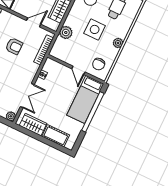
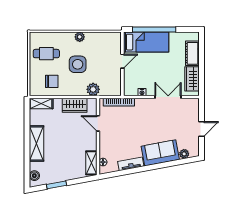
armchair: (14, 46) -> (128, 131), removed
chair: (99, 64) -> (108, 45), removed
plant: (11, 116) -> (194, 103), removed

